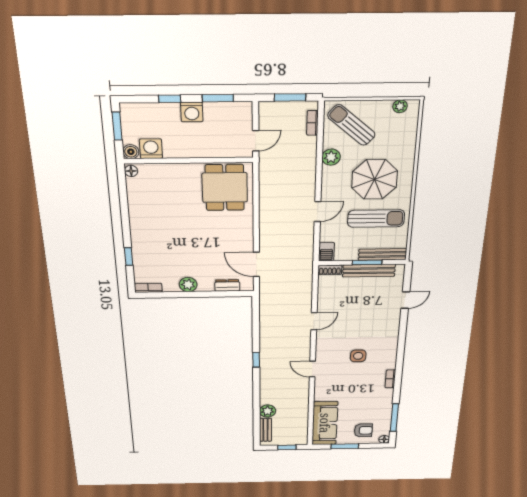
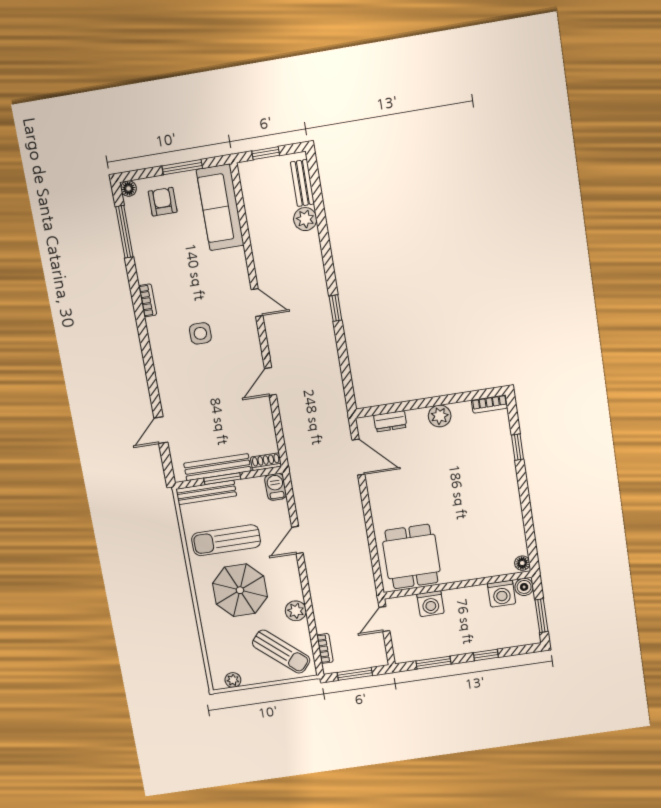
washing machine: (192, 112) -> (430, 604), moved, turned 180
armchair: (363, 430) -> (163, 202), turned 90

